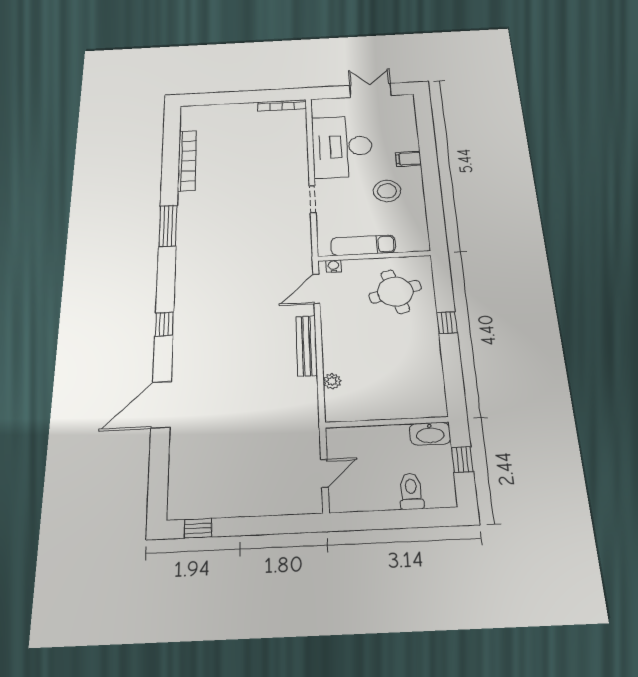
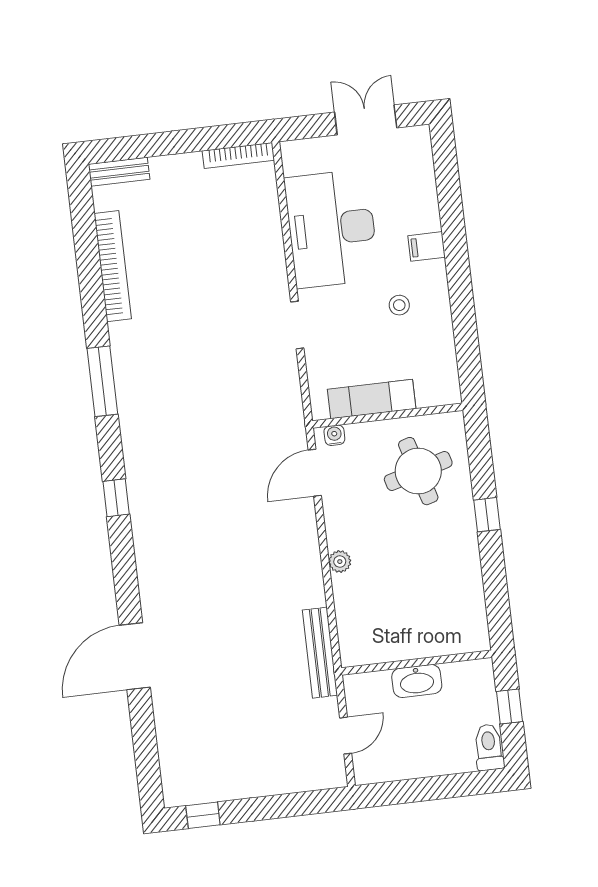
bench: (200, 111) -> (119, 172), added
stool: (387, 191) -> (399, 305), width x0.53, depth x0.53
window: (164, 324) -> (116, 498), moved
bench: (307, 346) -> (320, 653), moved
plant: (332, 381) -> (340, 562), moved
washbasin: (430, 434) -> (417, 681), moved
toilet: (411, 491) -> (489, 747), moved

